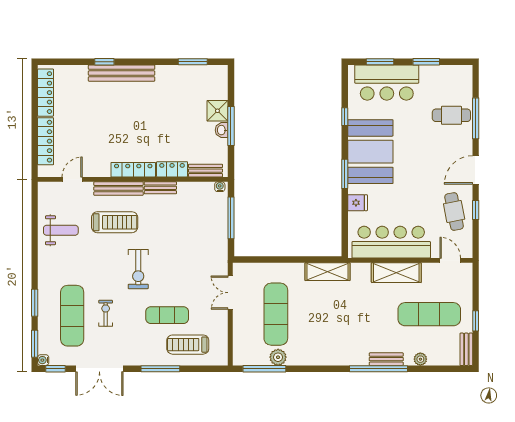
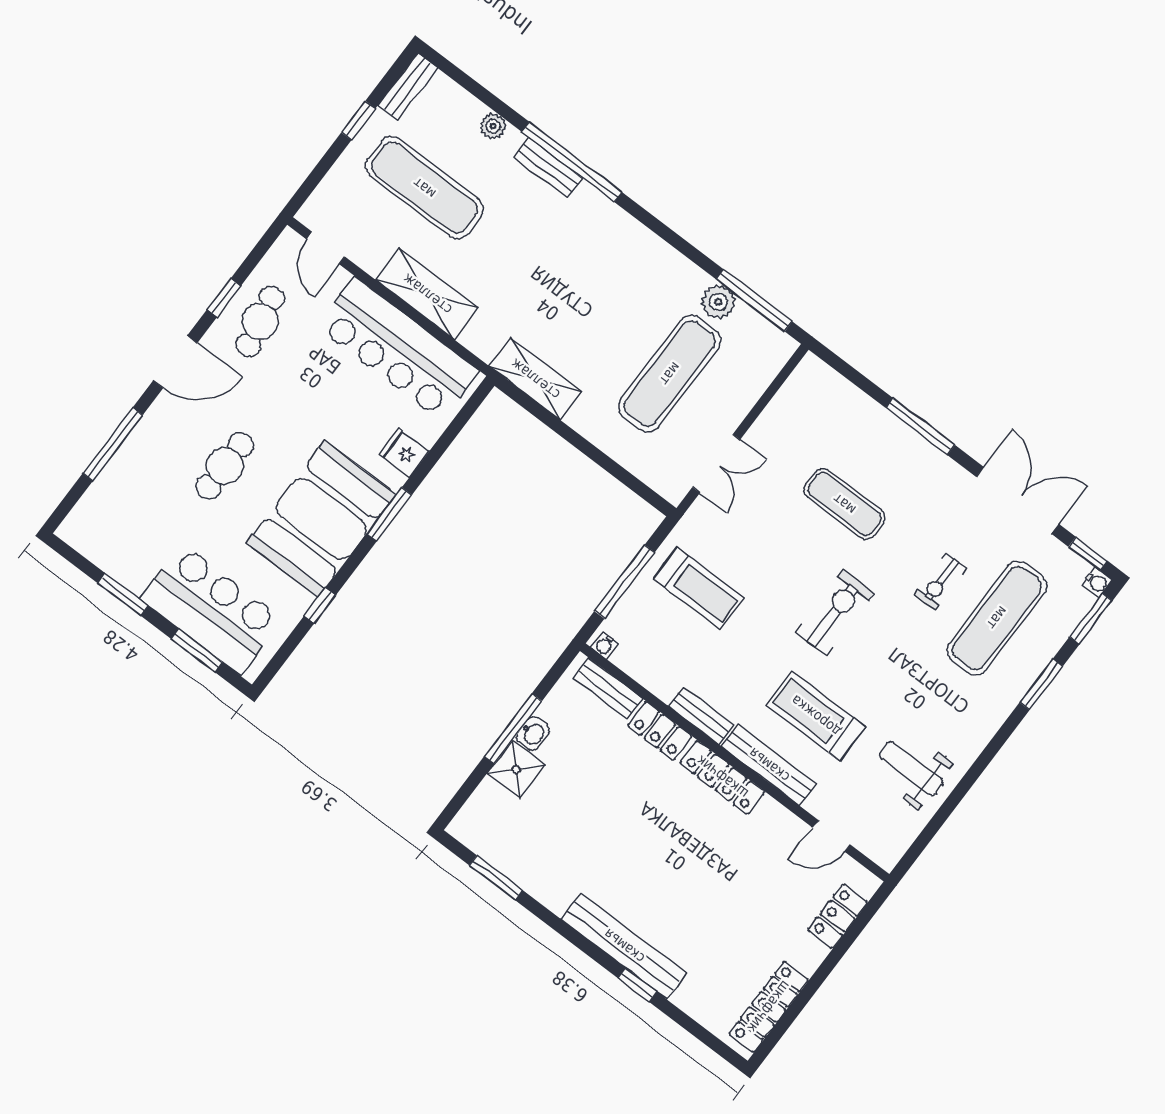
cafe table: (451, 115) -> (225, 466), moved, turned 90
locker: (46, 141) -> (838, 916), width x0.66
treadmill: (188, 345) -> (699, 588), moved

